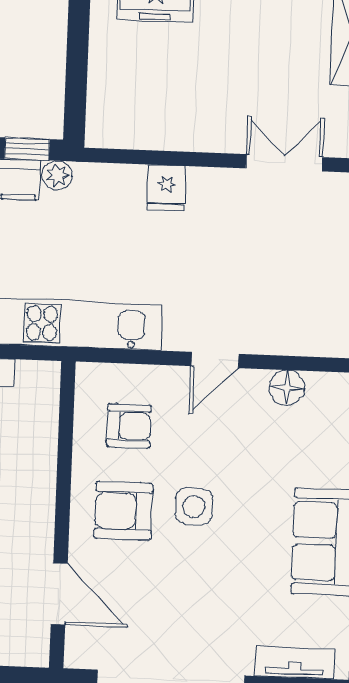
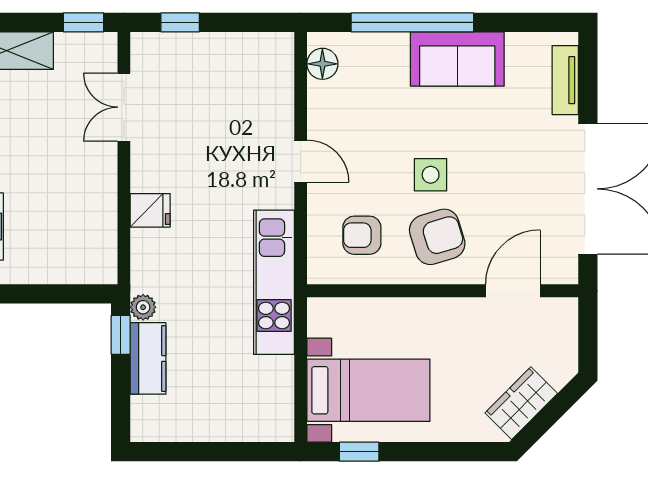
floor lamp: (287, 388) -> (322, 64), moved
armchair: (129, 426) -> (362, 235), turned -90
armchair: (123, 511) -> (437, 237), turned -107

